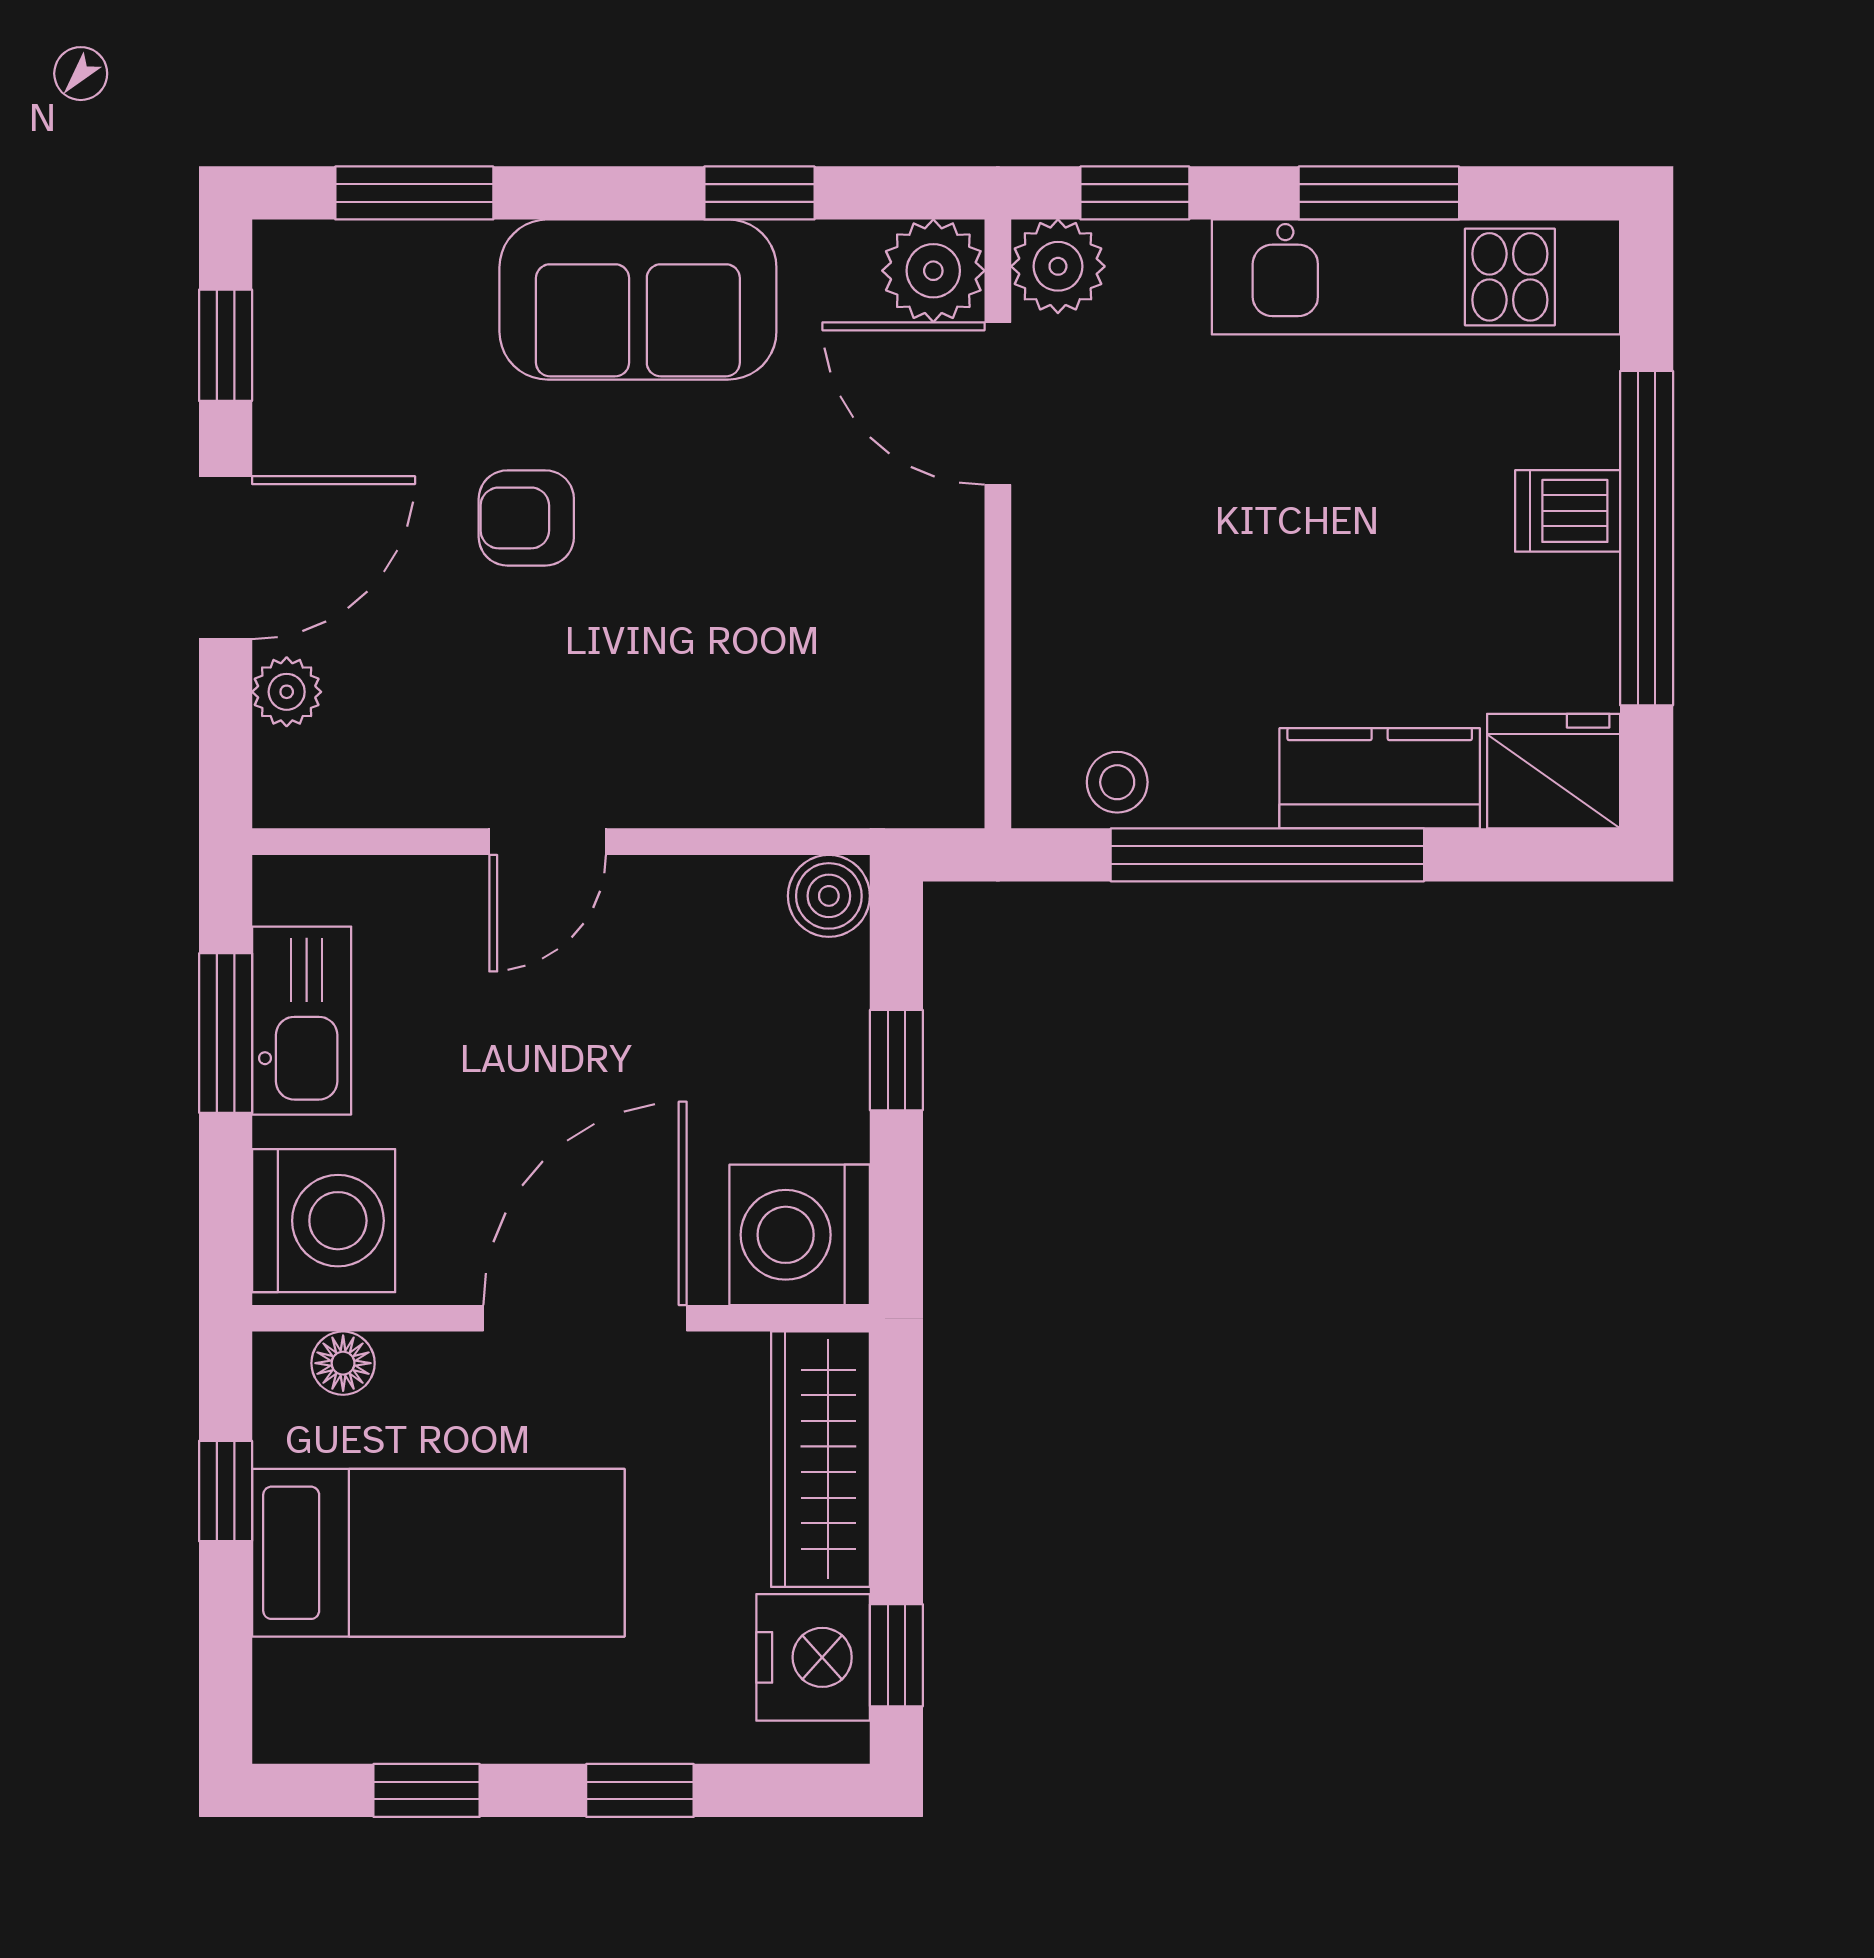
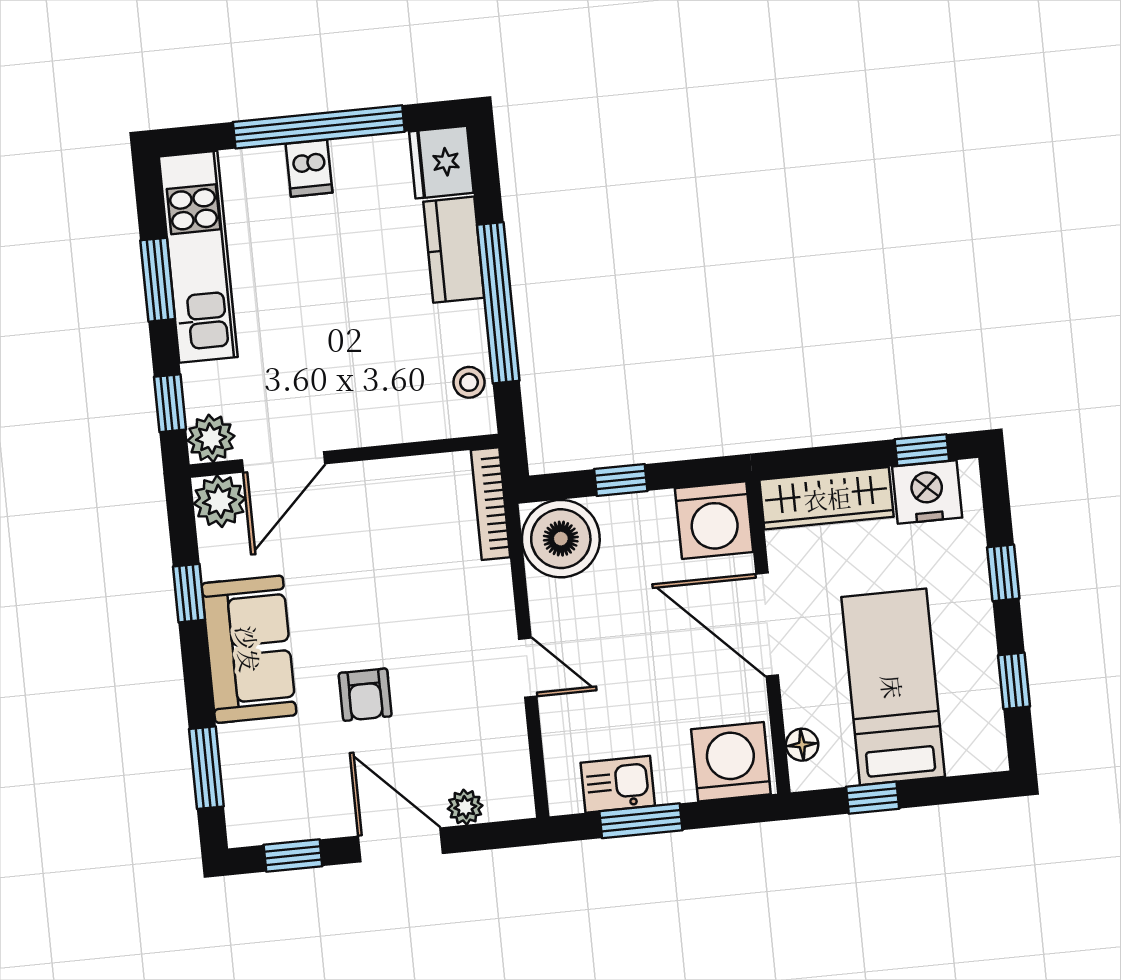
bookcase: (876, 801) -> (490, 504), added
boiler: (829, 896) -> (561, 539), width x1.86, depth x1.86
kitchen sink: (302, 1021) -> (618, 784), width x0.73

